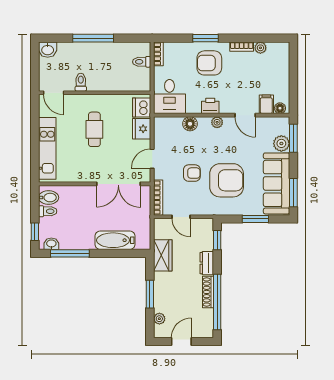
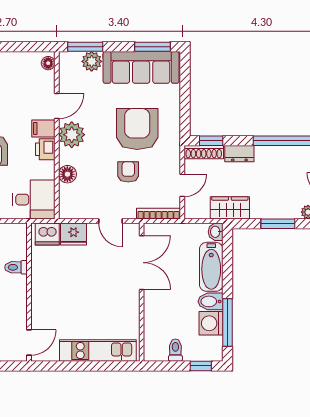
toilet: (81, 82) -> (16, 267), moved
filing cabinet: (266, 104) -> (43, 128), moved
plant: (217, 122) -> (72, 135), width x1.87, depth x1.87
cafe table: (94, 129) -> (74, 292), removed
bidet: (49, 198) -> (210, 301), moved, turned -90
window: (255, 219) -> (185, 93), removed
washing machine: (69, 240) -> (211, 323), added
washbasin: (51, 244) -> (216, 232), moved
shoe rack: (208, 292) -> (204, 152), moved

